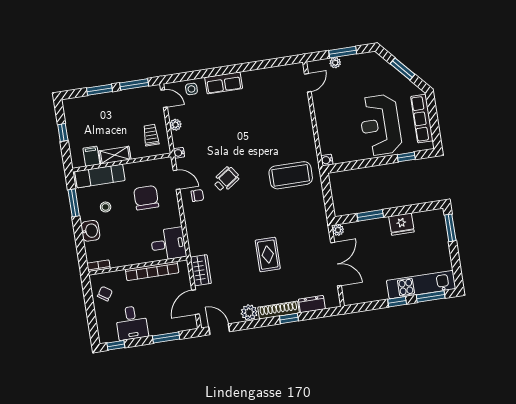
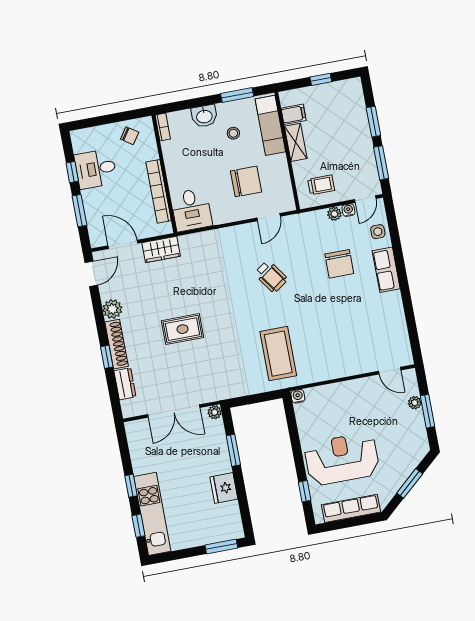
water cooler: (179, 153) -> (348, 210), moved
chair: (197, 196) -> (339, 264), moved, width x1.87, depth x1.87
window: (431, 297) -> (138, 526), width x0.67
window: (116, 345) -> (72, 172), moved

